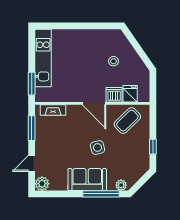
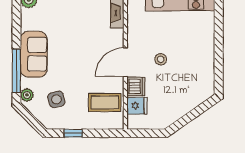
stool: (114, 61) -> (161, 59), moved
coffee table: (127, 121) -> (105, 103), turned -46
side table: (97, 148) -> (56, 99), moved

